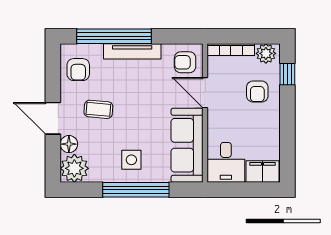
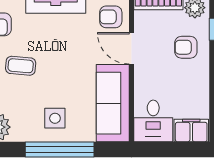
armchair: (257, 92) -> (186, 47), turned 90

